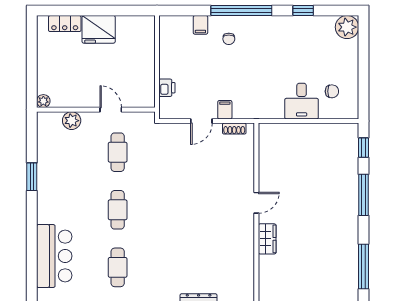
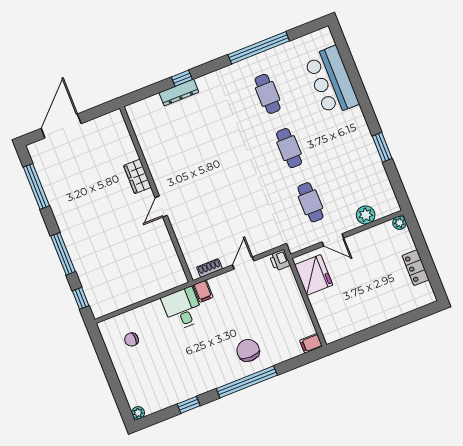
locker: (65, 24) -> (416, 268), moved, turned -90
filing cabinet: (200, 25) -> (311, 343), moved, turned -90
plant: (347, 27) -> (138, 413), width x0.53, depth x0.53
fridge: (99, 29) -> (314, 275), moved, turned 90
chair: (229, 39) -> (248, 350), width x1.87, depth x1.87
printer: (167, 88) -> (280, 260), moved
desk: (302, 101) -> (183, 309), moved
filing cabinet: (225, 110) -> (203, 291), moved

